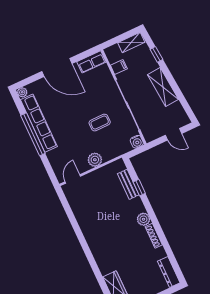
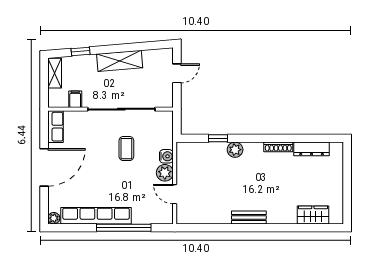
window: (33, 134) -> (124, 228), moved
water cooler: (137, 142) -> (166, 156), moved
door: (73, 179) -> (175, 194), moved
bench: (128, 184) -> (249, 217), moved
plant: (143, 219) -> (235, 150), moved
dresser: (169, 272) -> (312, 149), moved

